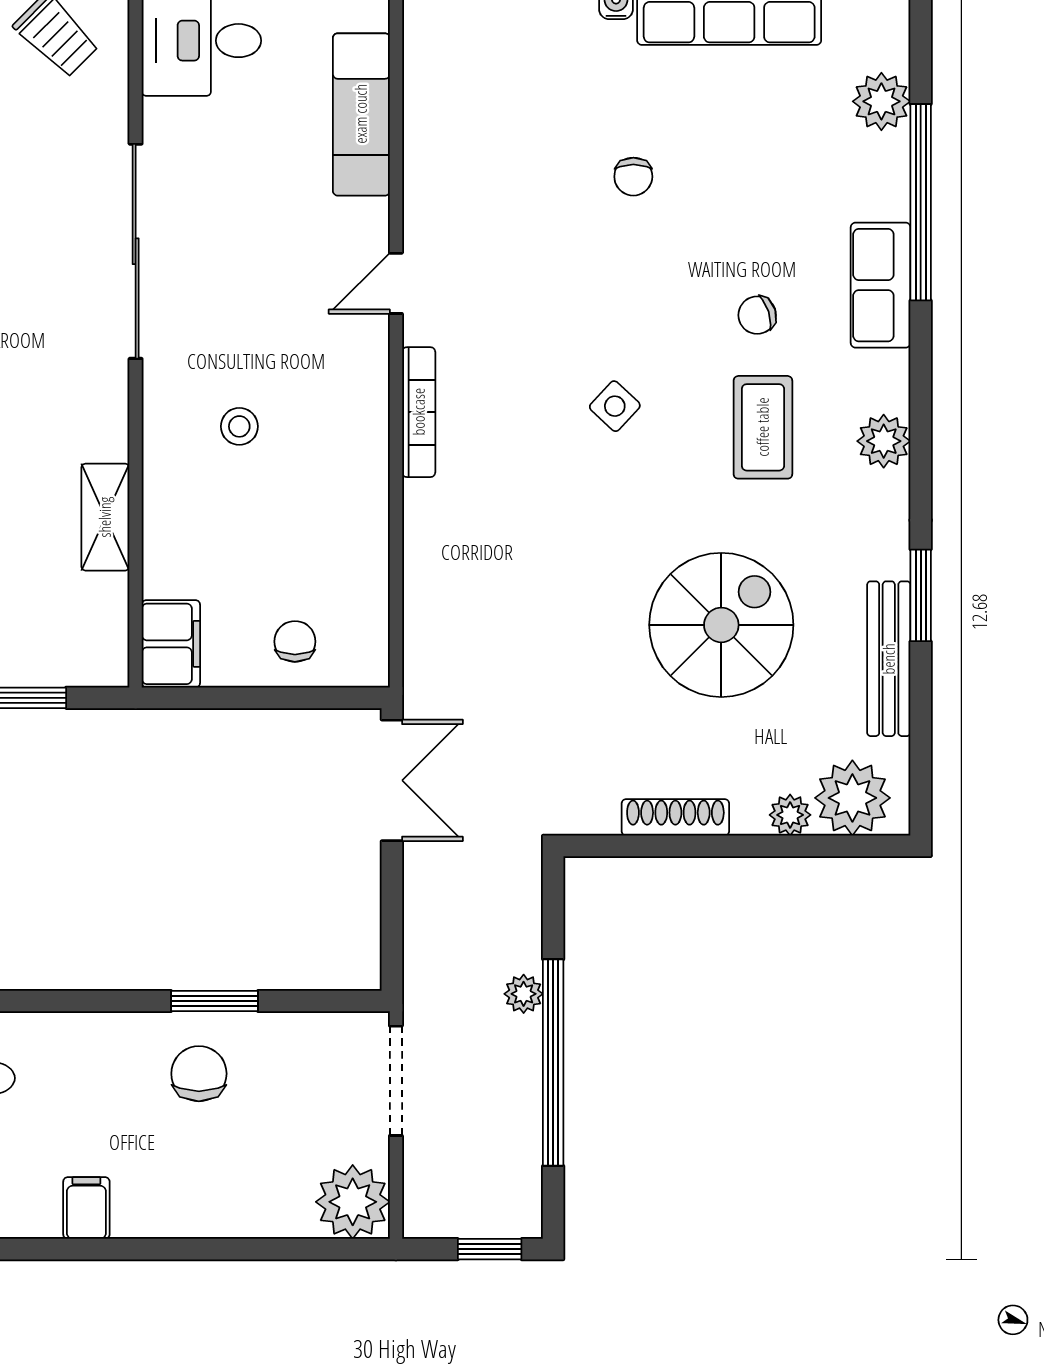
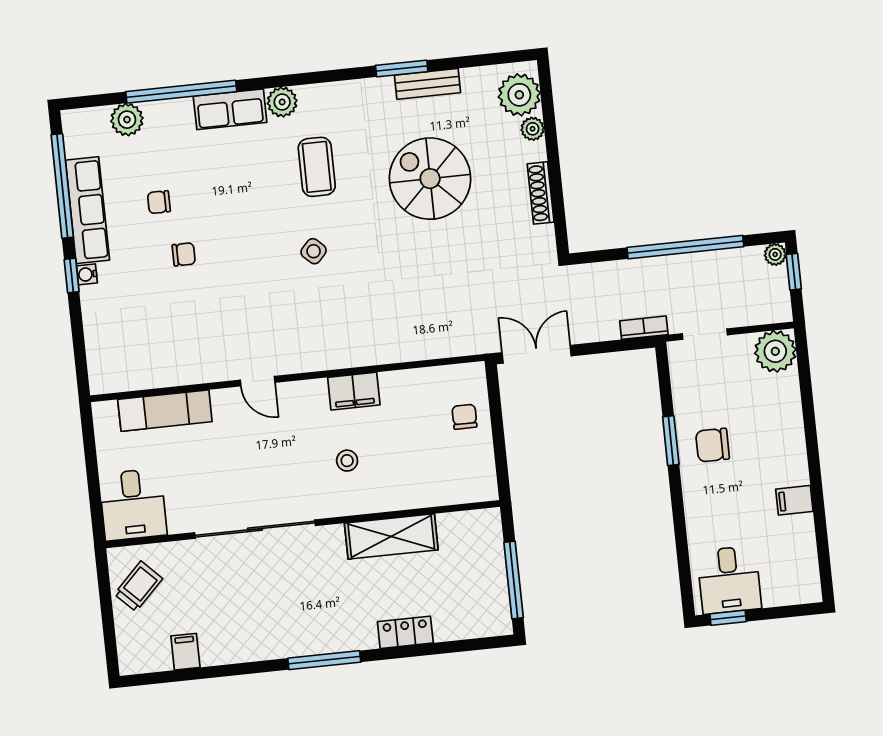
chair: (757, 315) -> (159, 202), moved, turned 108
bookcase: (419, 412) -> (644, 328), moved, width x0.64
coffee table: (763, 427) -> (317, 167), turned 90
plant: (884, 441) -> (282, 102), moved
shelving: (105, 517) -> (391, 536), width x1.50, depth x1.33
chair: (295, 642) -> (464, 417), turned 90
filing cabinet: (171, 644) -> (354, 391), moved, turned 180
bench: (889, 659) -> (427, 84), width x0.73
plant: (524, 994) -> (775, 254), moved
doorway: (396, 1081) -> (705, 334), width x0.73

